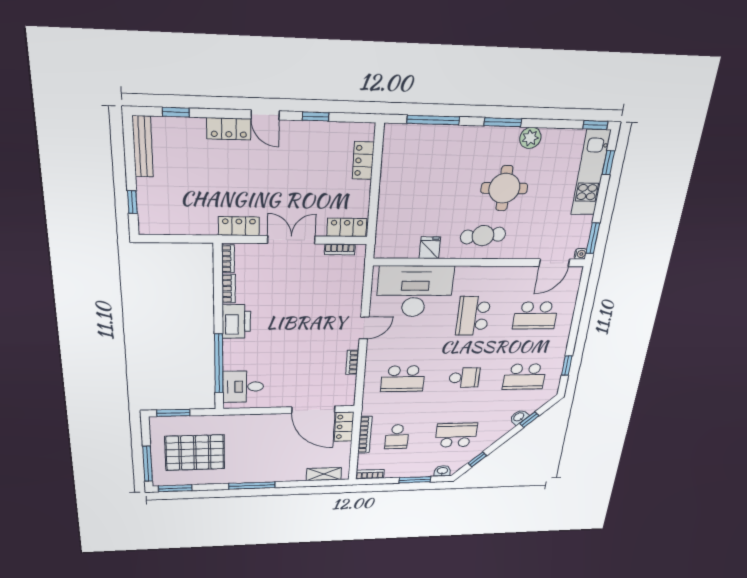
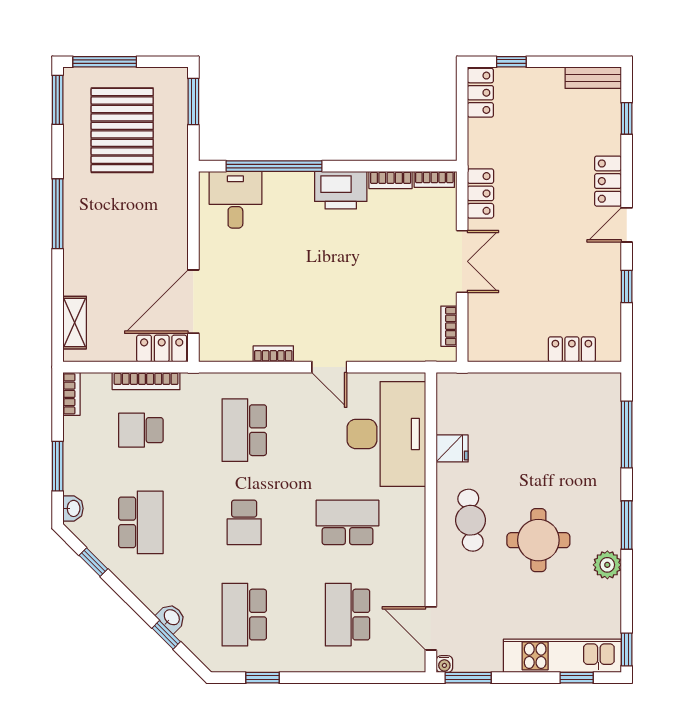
bench: (143, 147) -> (593, 78), width x0.73
locker: (347, 227) -> (480, 93), moved

